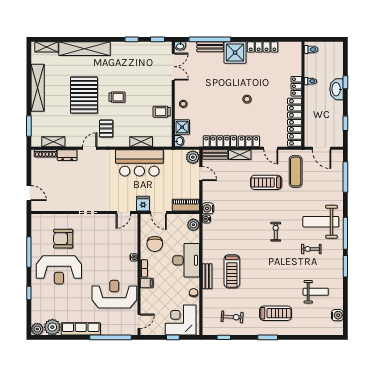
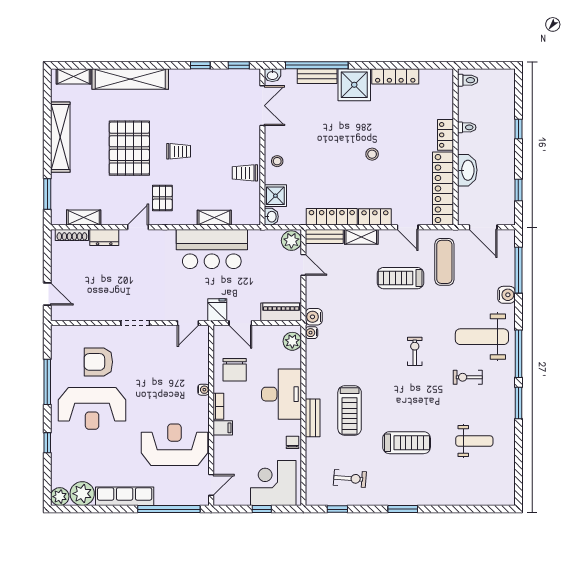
washbasin: (337, 89) -> (467, 170), moved, turned 180
treadmill: (275, 313) -> (407, 443), moved
water cooler: (337, 315) -> (506, 295), moved

